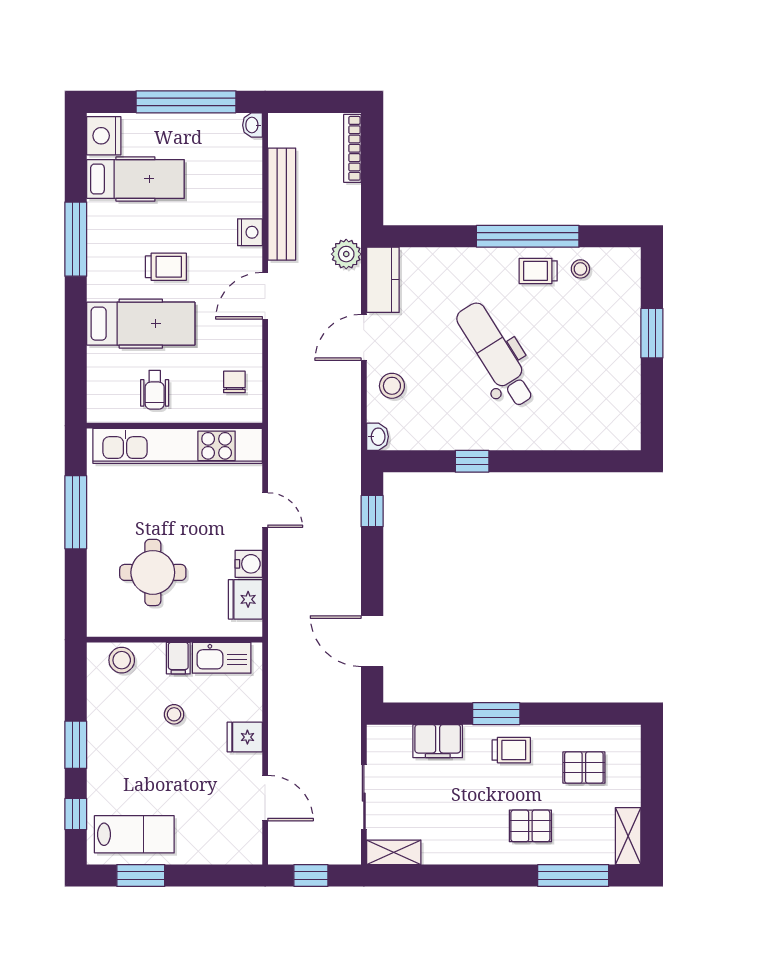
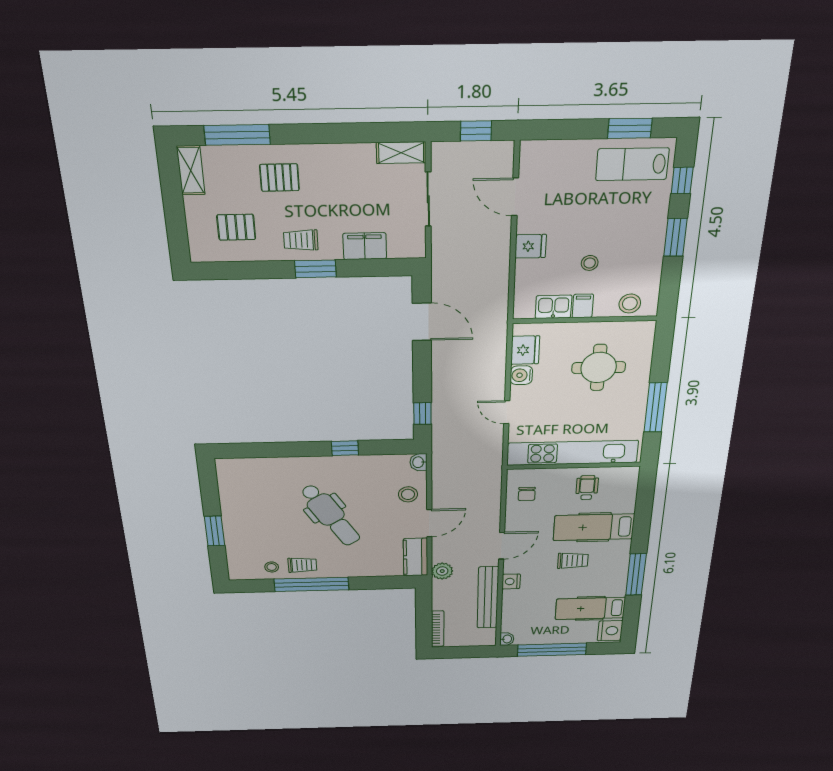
trolley: (166, 267) -> (573, 561), turned 180
kitchen sink: (222, 658) -> (553, 307), width x0.73

